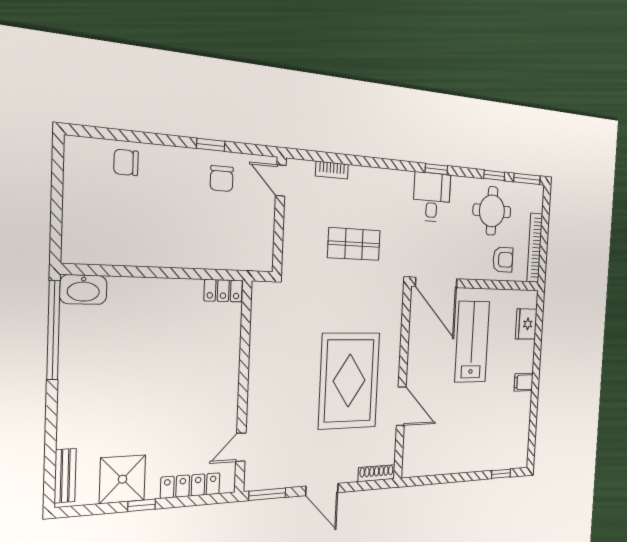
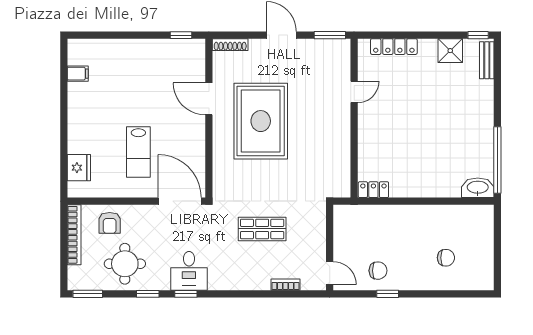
chair: (126, 162) -> (446, 258), moved
window: (494, 175) -> (148, 294), moved
chair: (222, 179) -> (378, 271), turned 90
armchair: (503, 260) -> (110, 223), turned -90
lab bench: (472, 342) -> (138, 152), width x0.73, depth x0.72
filing cabinet: (524, 382) -> (78, 74), moved
door: (241, 447) -> (354, 92), moved
window: (501, 474) -> (181, 35), moved
shower: (122, 479) -> (450, 51), width x0.73, depth x0.73
window: (142, 505) -> (478, 35), moved

